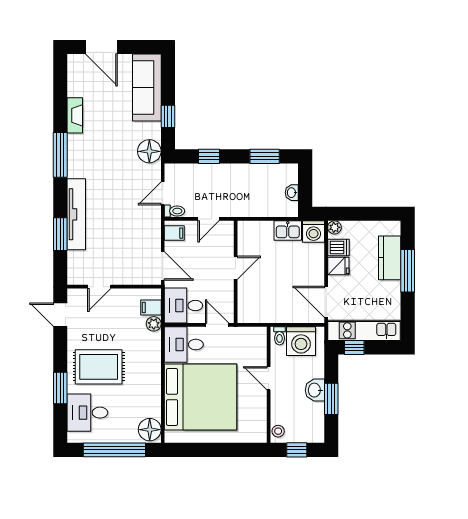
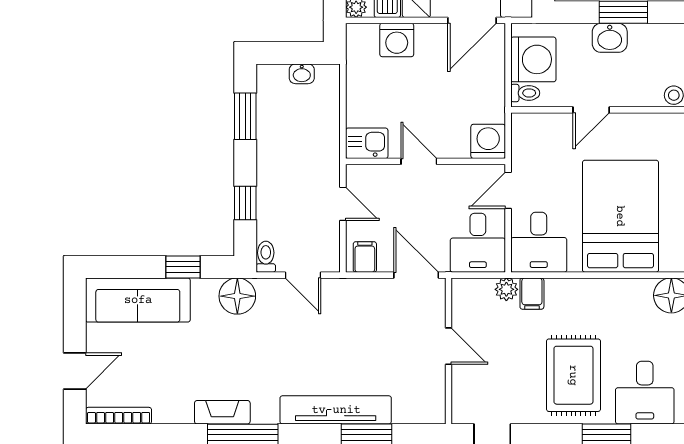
door: (101, 47) -> (75, 371), width x0.73
bookcase: (73, 75) -> (119, 416), added
fireplace: (75, 115) -> (222, 412), moved
toilet: (175, 211) -> (266, 257), moved
kitchen sink: (288, 231) -> (367, 143), moved, turned -90
washing machine: (313, 231) -> (397, 40), moved, turned 90
door: (163, 266) -> (416, 275), hinge flipped
door: (99, 287) -> (448, 346), moved
filing cabinet: (151, 307) -> (532, 294), moved
washing machine: (248, 312) -> (488, 141), added
bed: (201, 397) -> (620, 216), width x0.73

